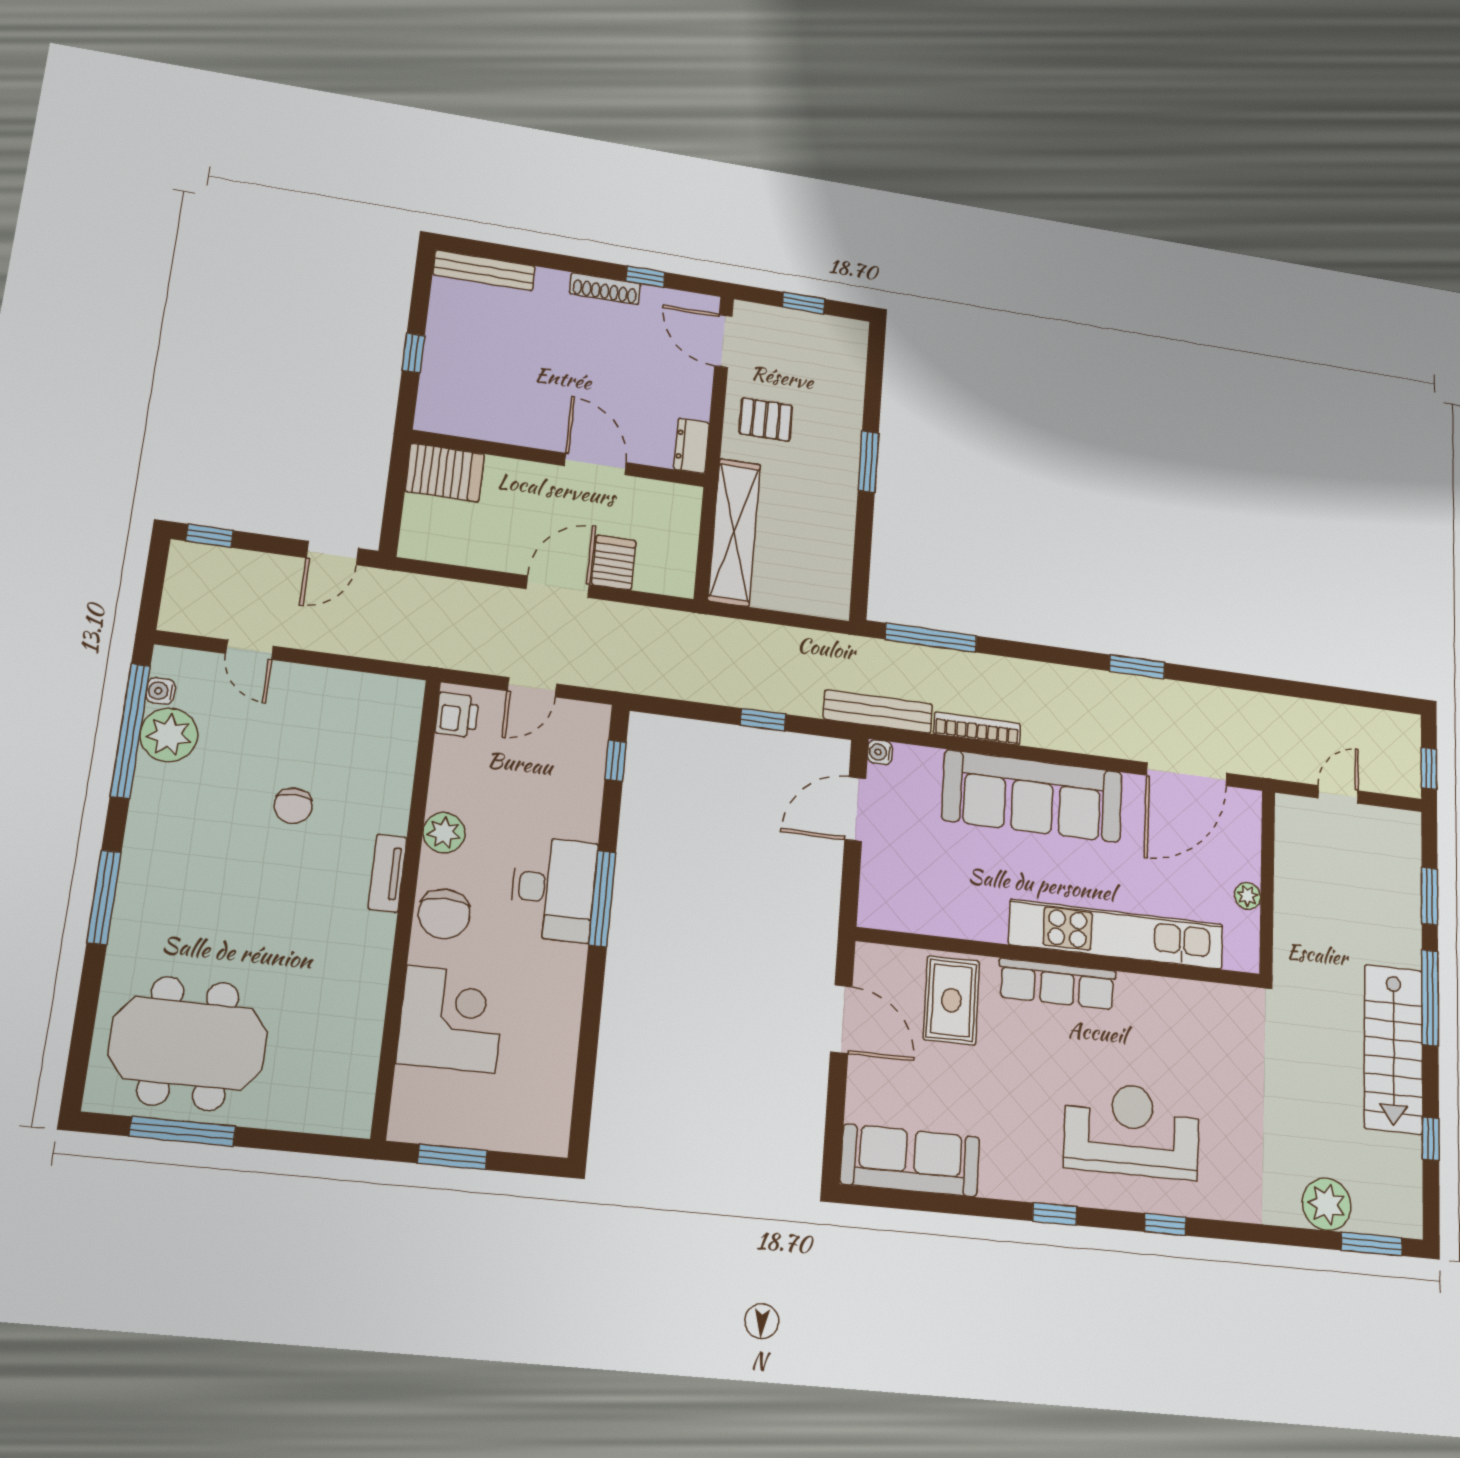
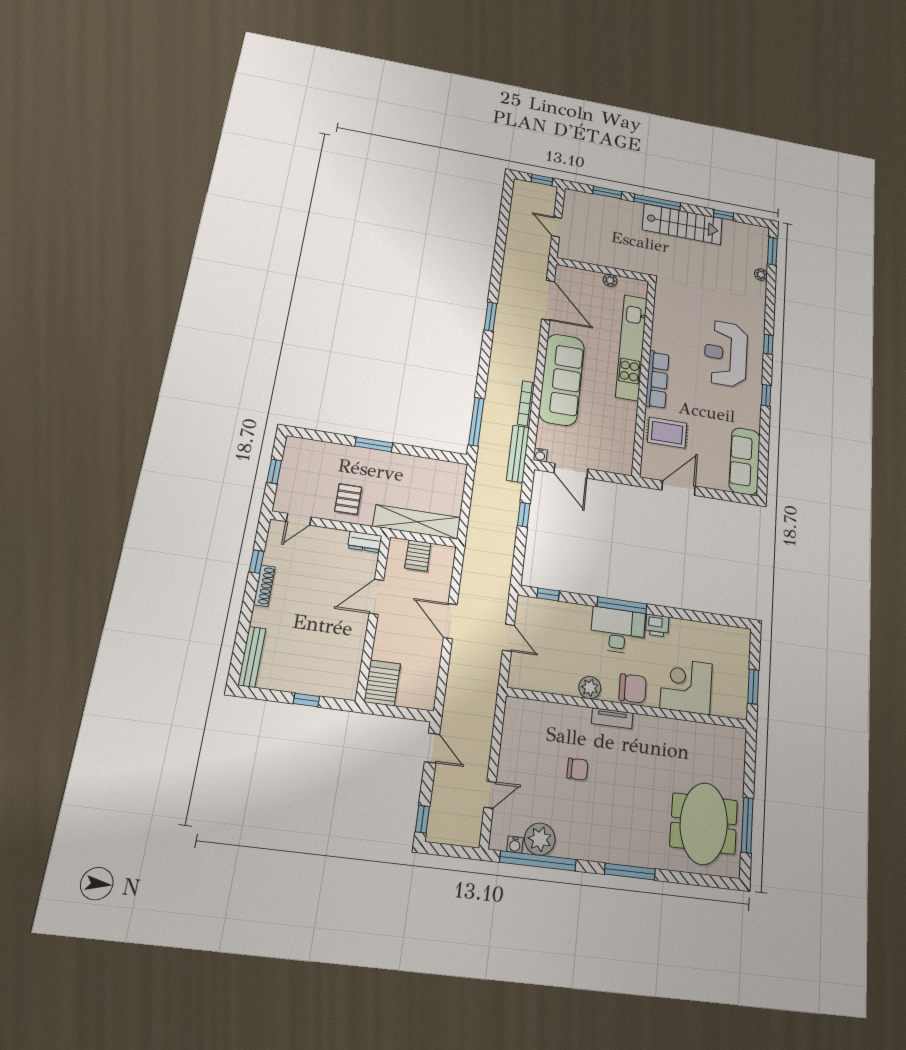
door: (723, 341) -> (299, 519), width x0.73
server rack: (614, 562) -> (418, 556), moved, turned -90
printer: (457, 715) -> (657, 625), moved, turned 180
plant: (1327, 1204) -> (761, 275), width x0.53, depth x0.53

